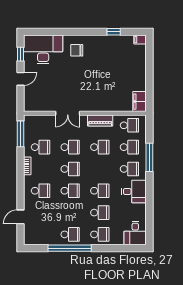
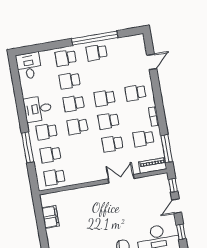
window: (20, 99) -> (173, 185), added
filing cabinet: (140, 102) -> (50, 217), moved
piano: (100, 120) -> (153, 165), moved
school desk: (100, 147) -> (77, 126), moved

